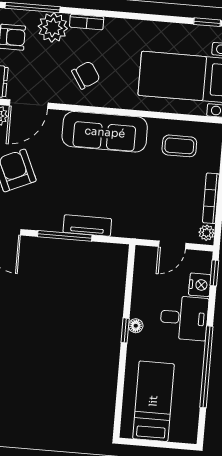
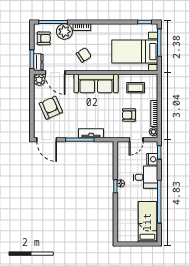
door: (29, 104) -> (55, 73), hinge flipped
armchair: (162, 197) -> (129, 115), added
bed: (153, 401) -> (147, 222), moved

